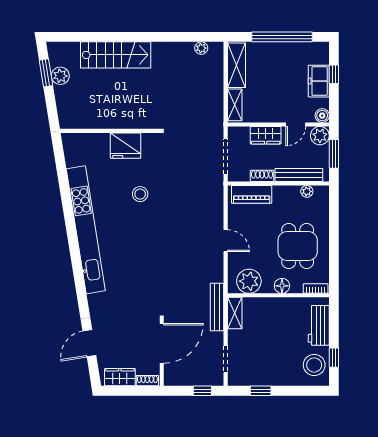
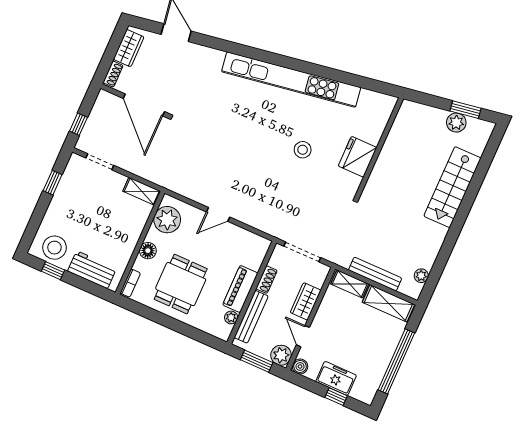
piano: (252, 194) -> (240, 289), moved
dining table: (298, 246) -> (181, 284), turned 90
bench: (217, 307) -> (375, 274), moved

